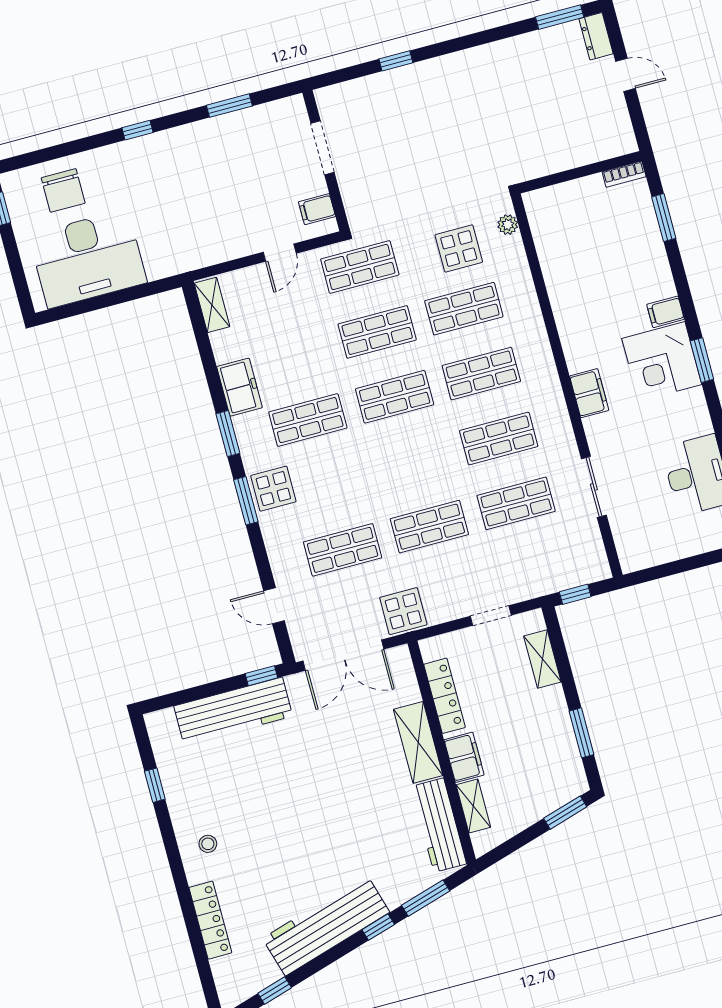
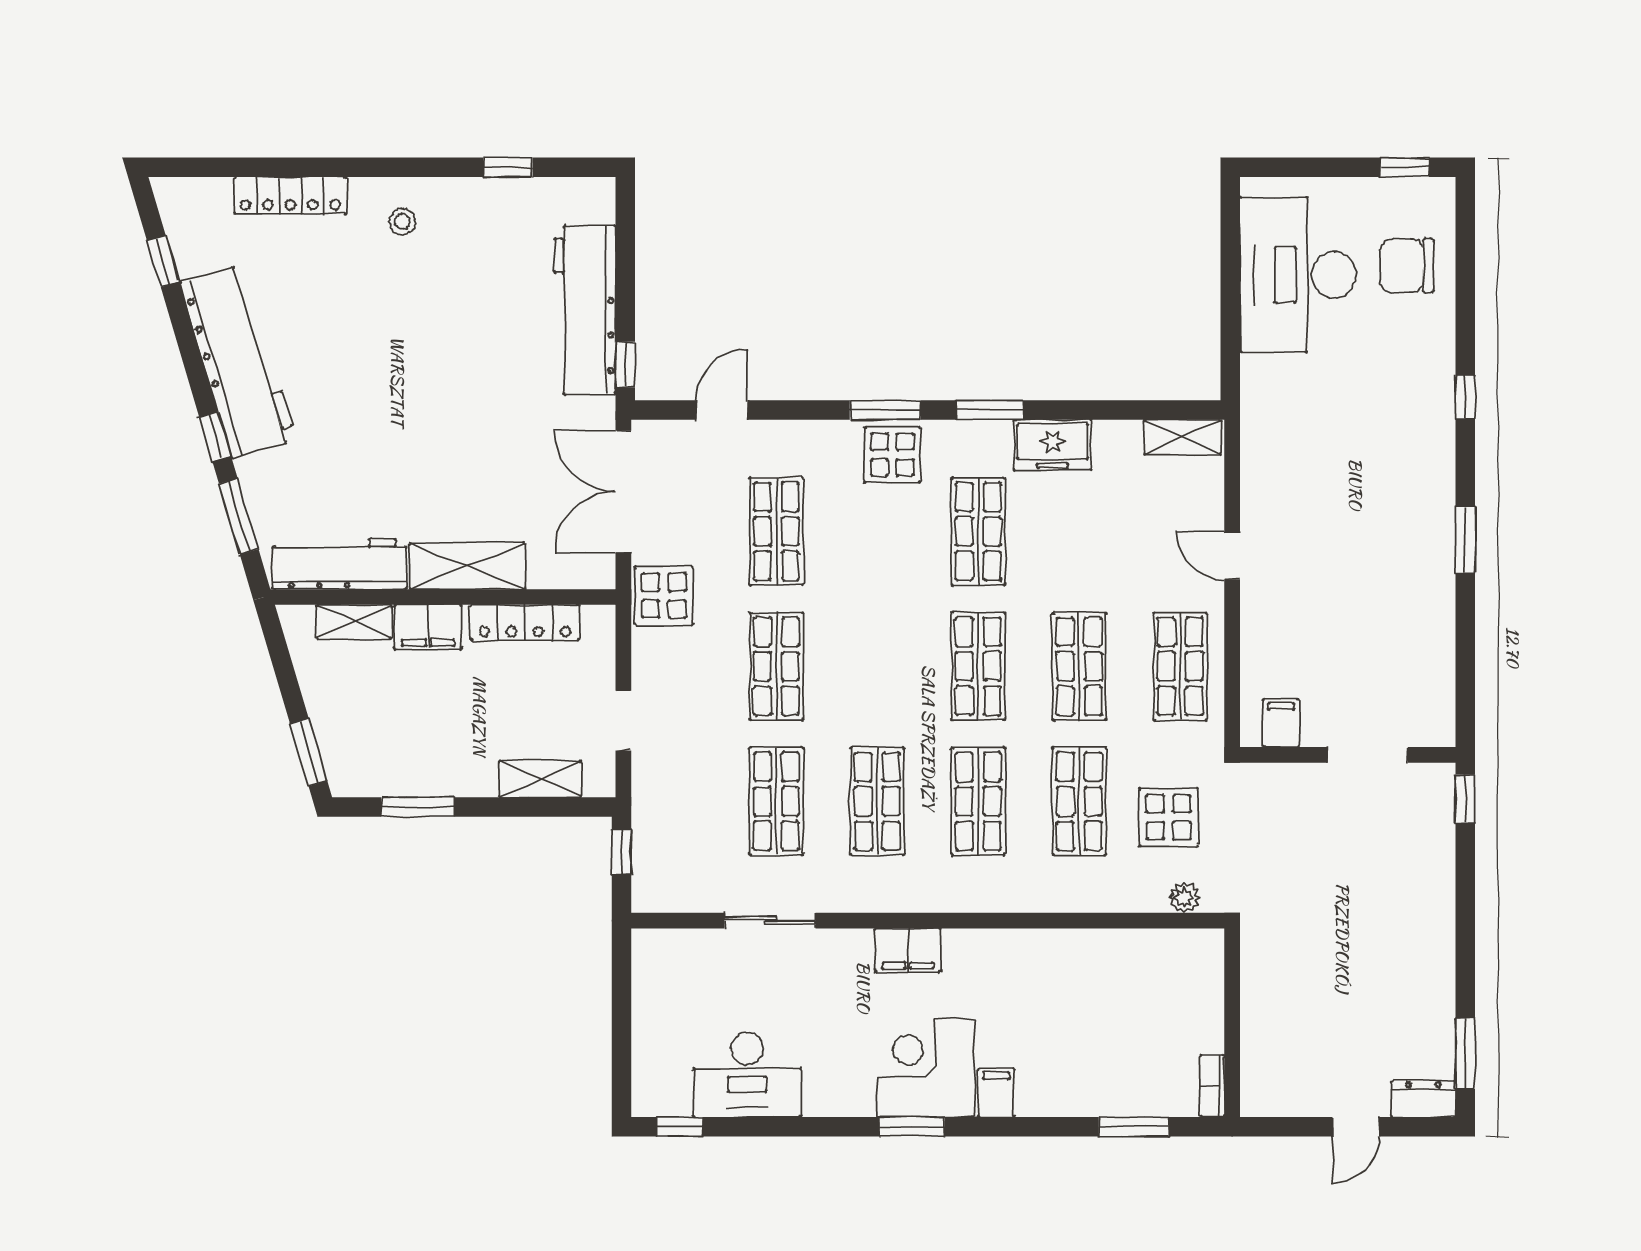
doorway: (323, 148) -> (1368, 755), moved
wall: (326, 161) -> (1348, 755), moved
filing cabinet: (317, 209) -> (1281, 723), moved

